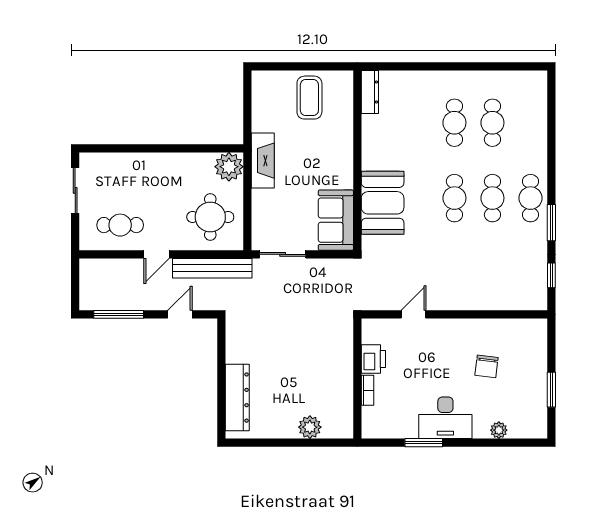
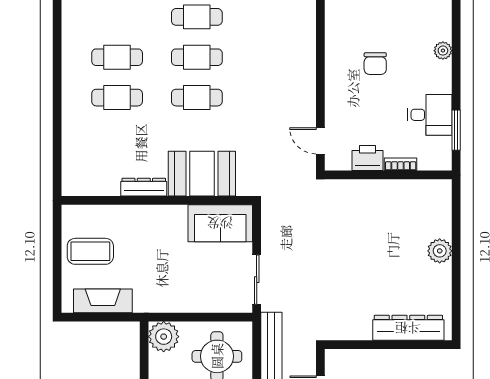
dresser: (370, 92) -> (144, 187), moved
fireplace: (263, 161) -> (103, 301), moved
printer: (373, 359) -> (367, 158), moved
chair: (486, 366) -> (375, 64), turned 83
wall: (357, 379) -> (388, 175), moved
bookcase: (367, 390) -> (401, 164), moved
desk: (445, 418) -> (430, 115), width x0.73

